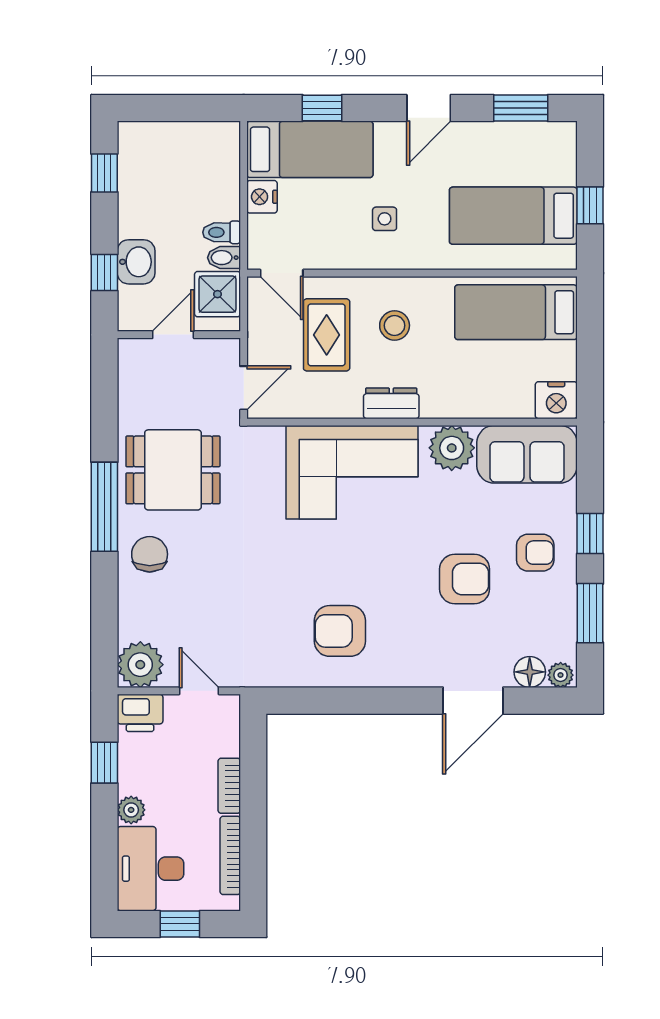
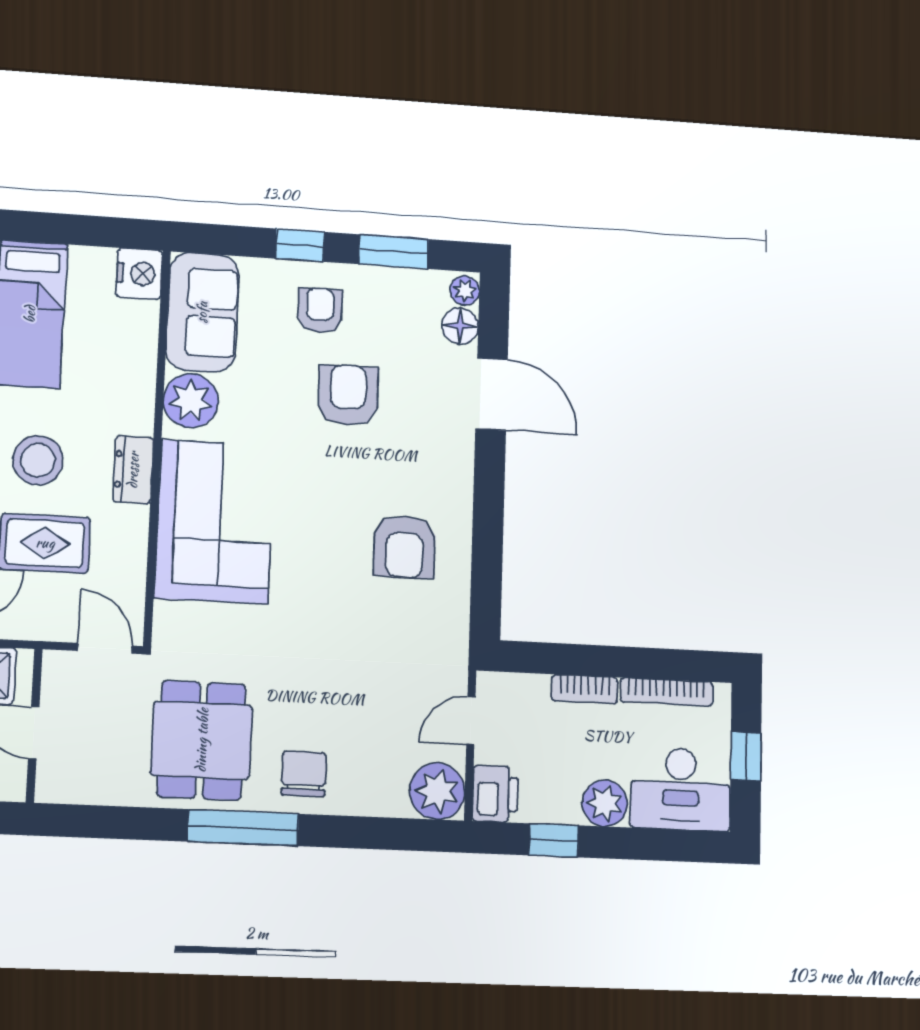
stool: (395, 325) -> (38, 460), width x1.38, depth x1.38
chair: (150, 554) -> (304, 774), turned 90
plant: (131, 810) -> (605, 803), width x1.38, depth x1.38

